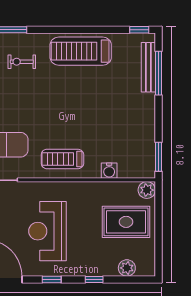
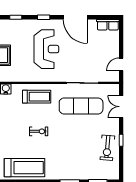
exercise bike: (22, 62) -> (39, 131), moved

